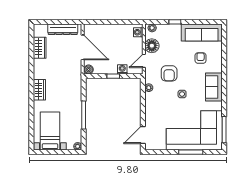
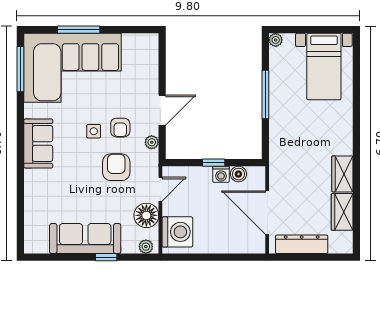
washing machine: (138, 32) -> (177, 232), width x1.89, depth x1.89
sofa: (202, 33) -> (85, 239), moved
armchair: (201, 58) -> (120, 128), moved
boiler: (89, 69) -> (238, 174), moved
washing machine: (122, 69) -> (221, 174), moved
wardrobe: (39, 90) -> (342, 174), moved
door: (143, 135) -> (162, 110), moved

